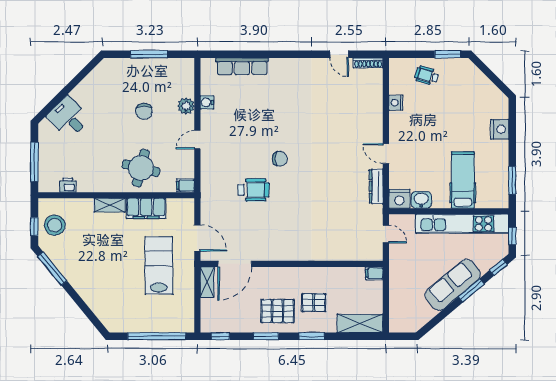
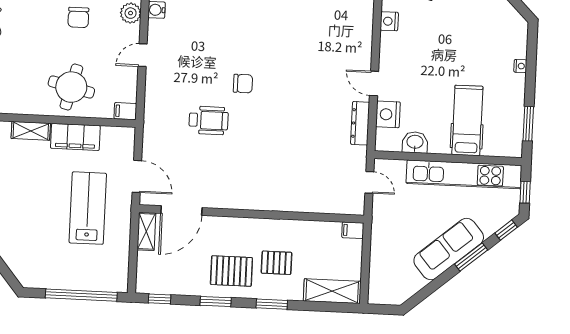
nightstand: (500, 129) -> (520, 66), width x0.53, depth x0.56
nightstand: (399, 199) -> (388, 114), moved, turned 90

